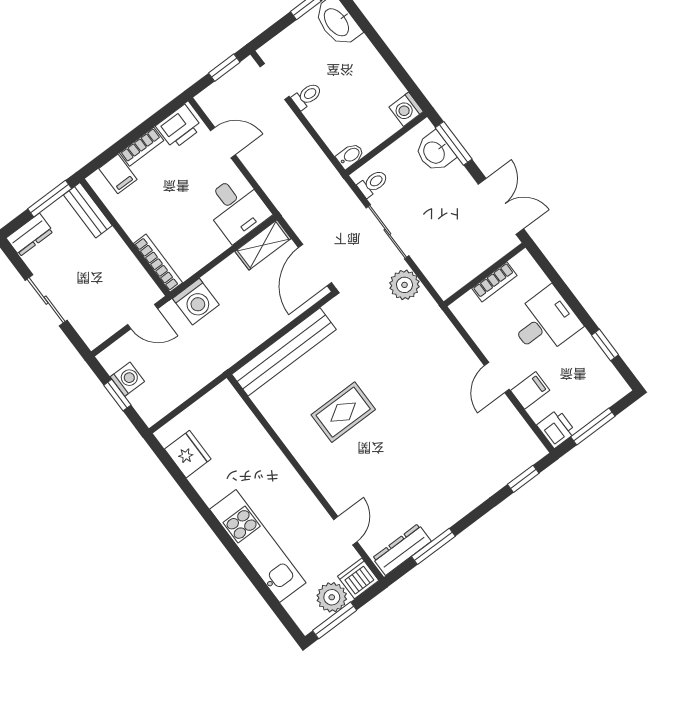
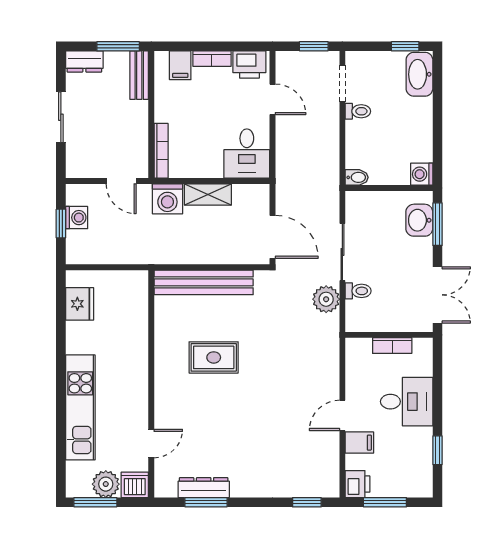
toilet: (373, 183) -> (358, 291), moved
shelving: (263, 245) -> (208, 194), moved
door: (315, 265) -> (273, 237), swing flipped
dresser: (402, 550) -> (204, 488), moved

